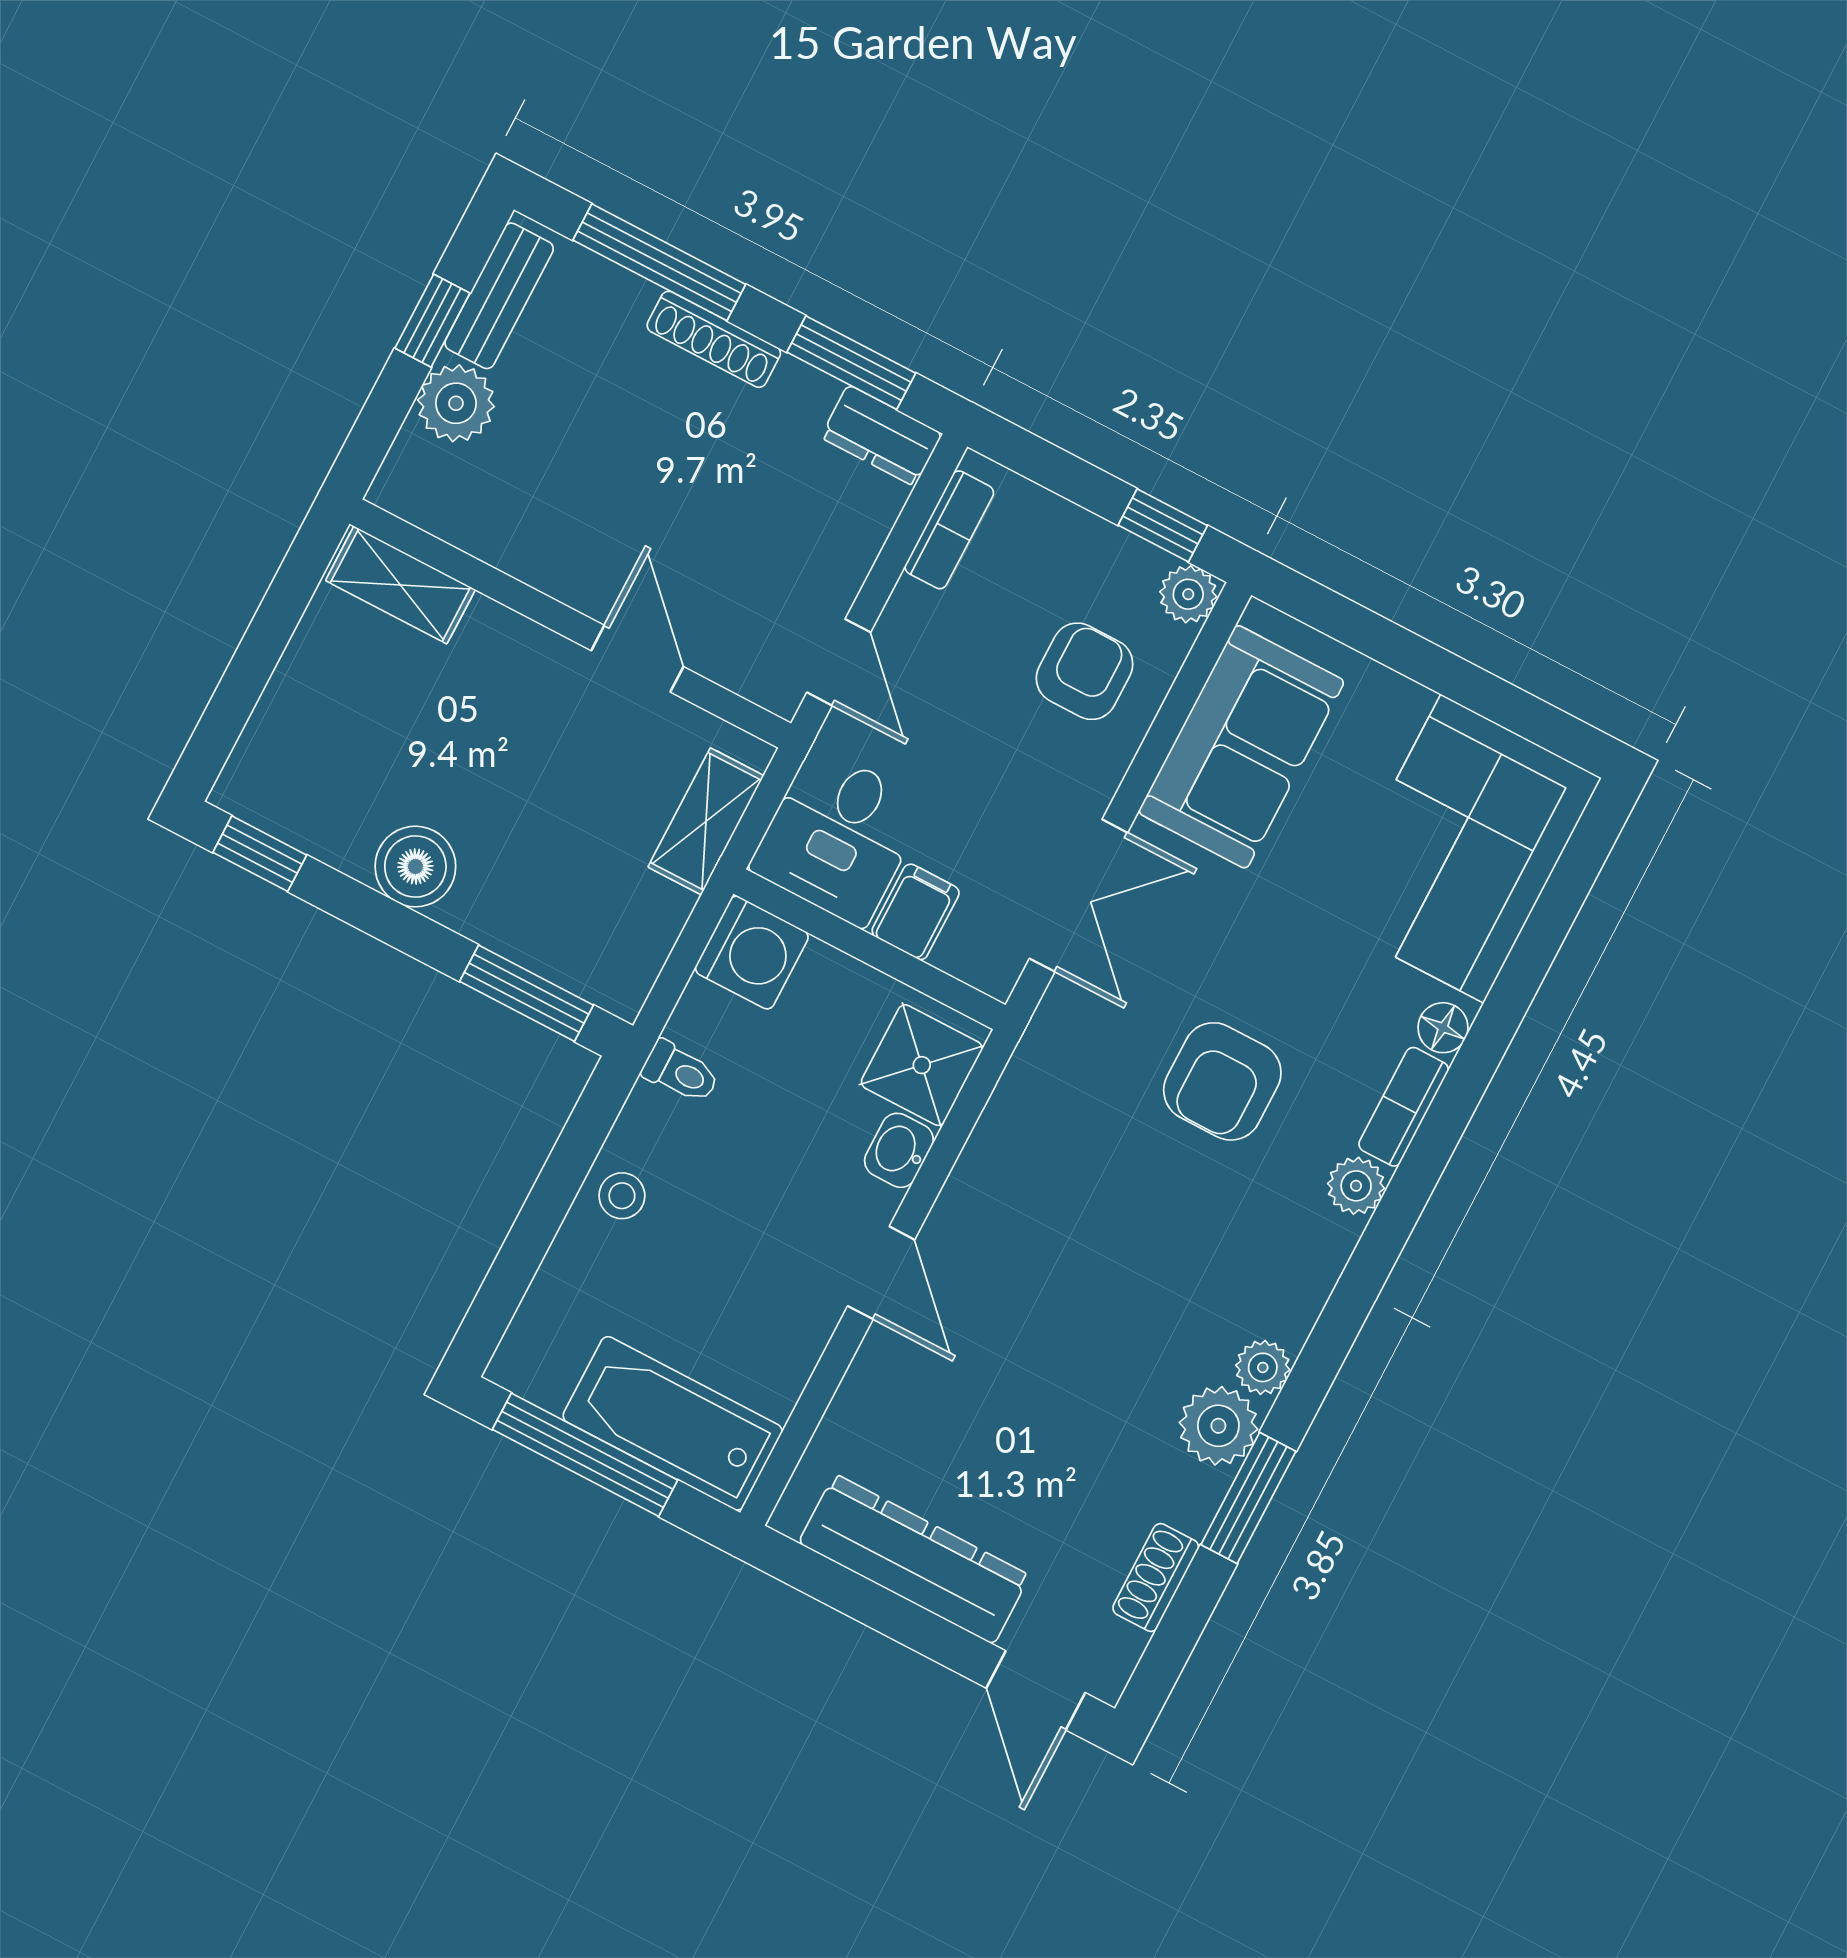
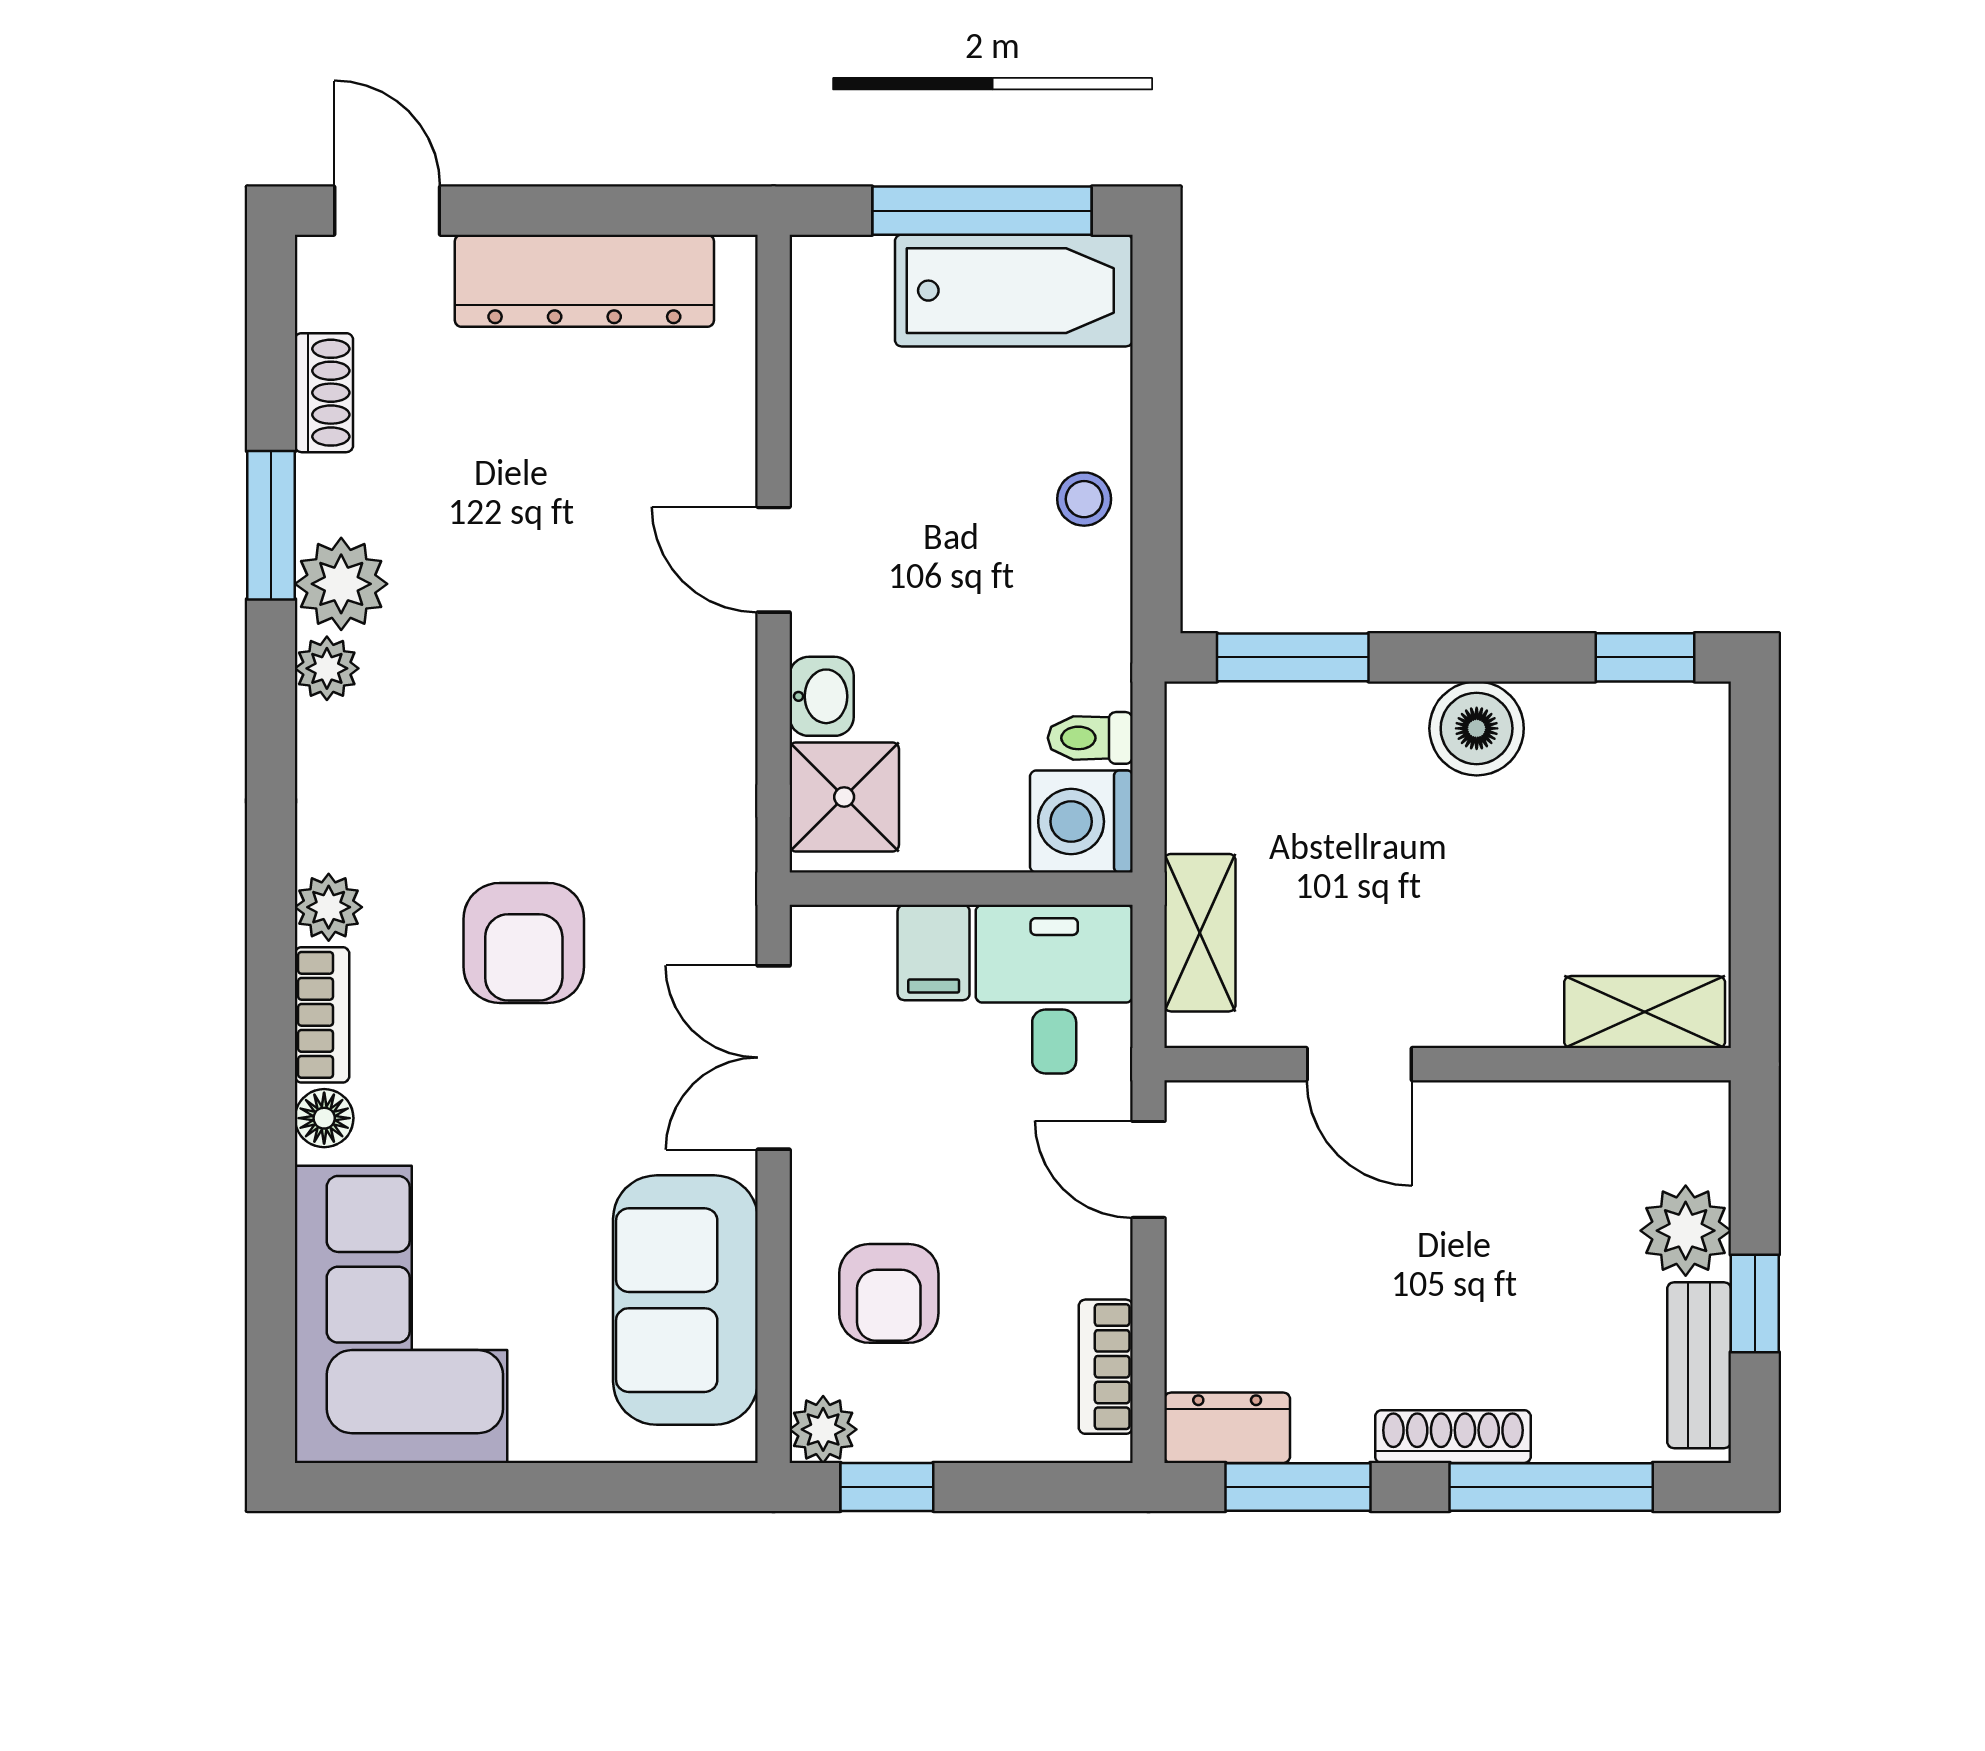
toilet: (681, 1072) -> (1090, 738), moved
armchair: (1222, 1081) -> (524, 943), turned 180
bathtub: (673, 1423) -> (1014, 291), moved

